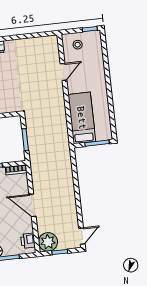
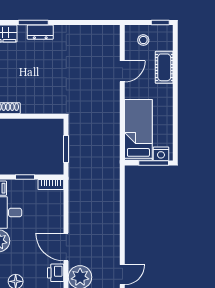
cot: (97, 65) -> (164, 67), added
nightstand: (102, 135) -> (161, 154), added
door: (33, 205) -> (66, 247), moved

